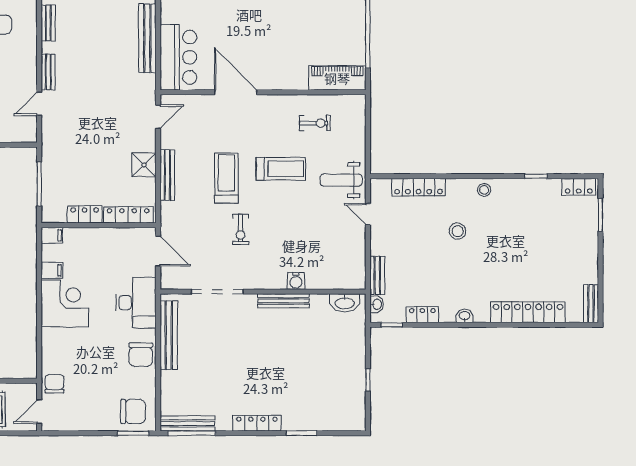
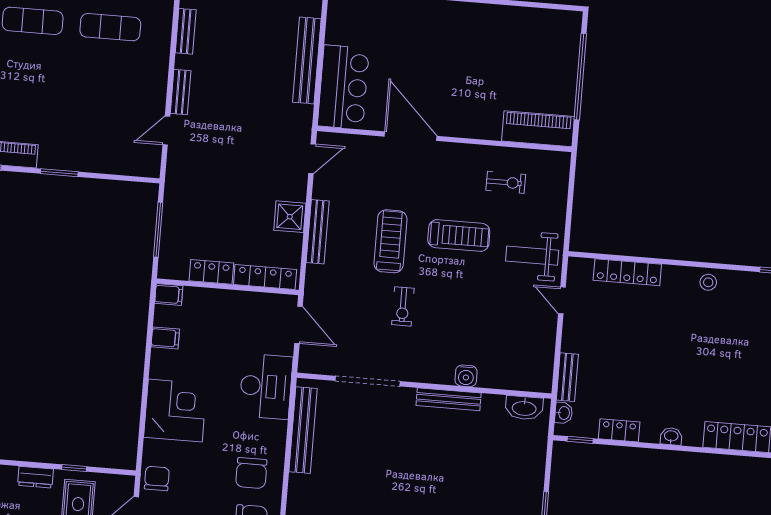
stool: (458, 231) -> (671, 331), removed
corner desk: (65, 303) -> (175, 411), moved
chair: (141, 355) -> (251, 473), moved

